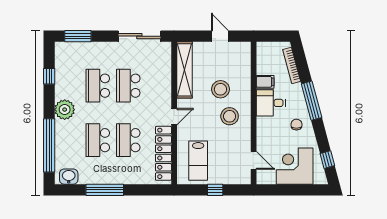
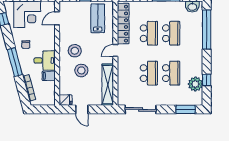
fridge: (242, 49) -> (65, 100), added
plant: (65, 110) -> (195, 84), moved
door: (254, 160) -> (57, 18), hinge flipped

